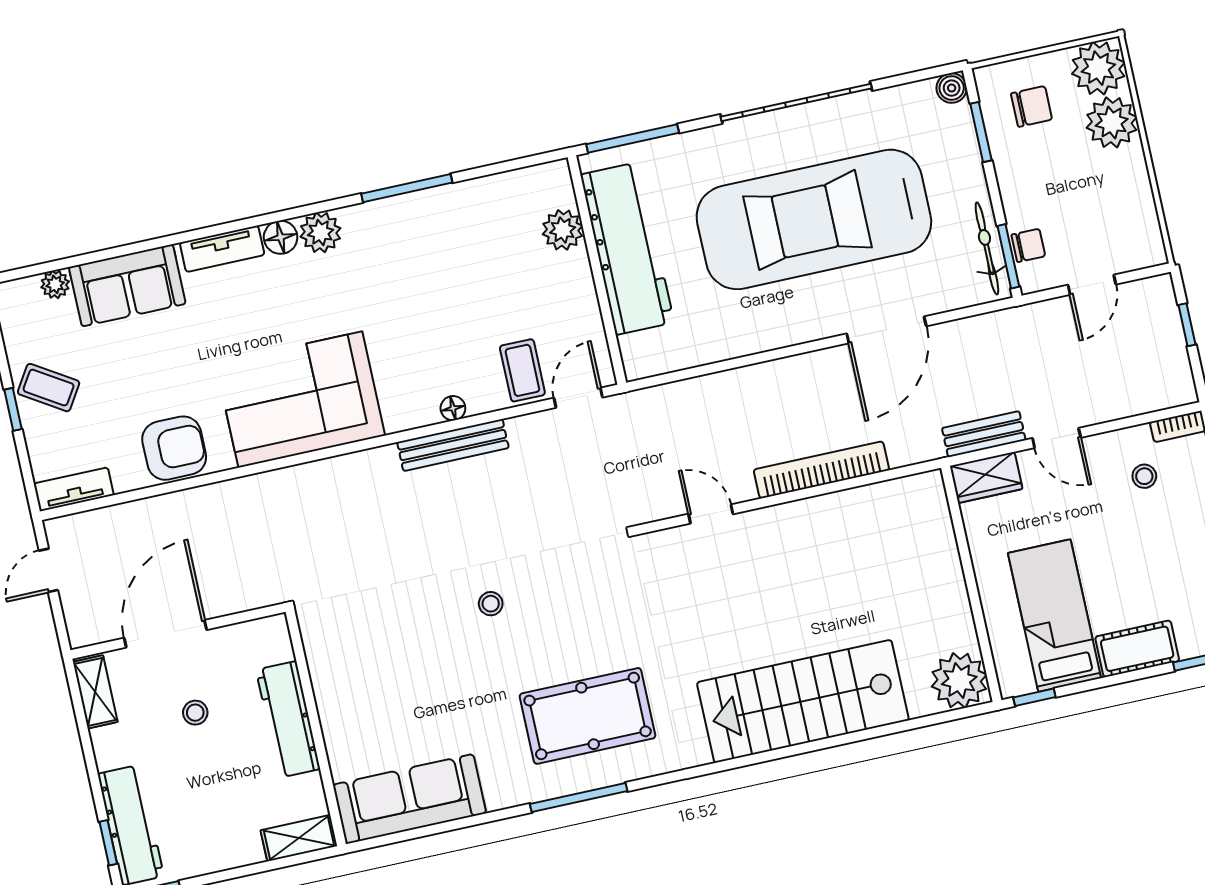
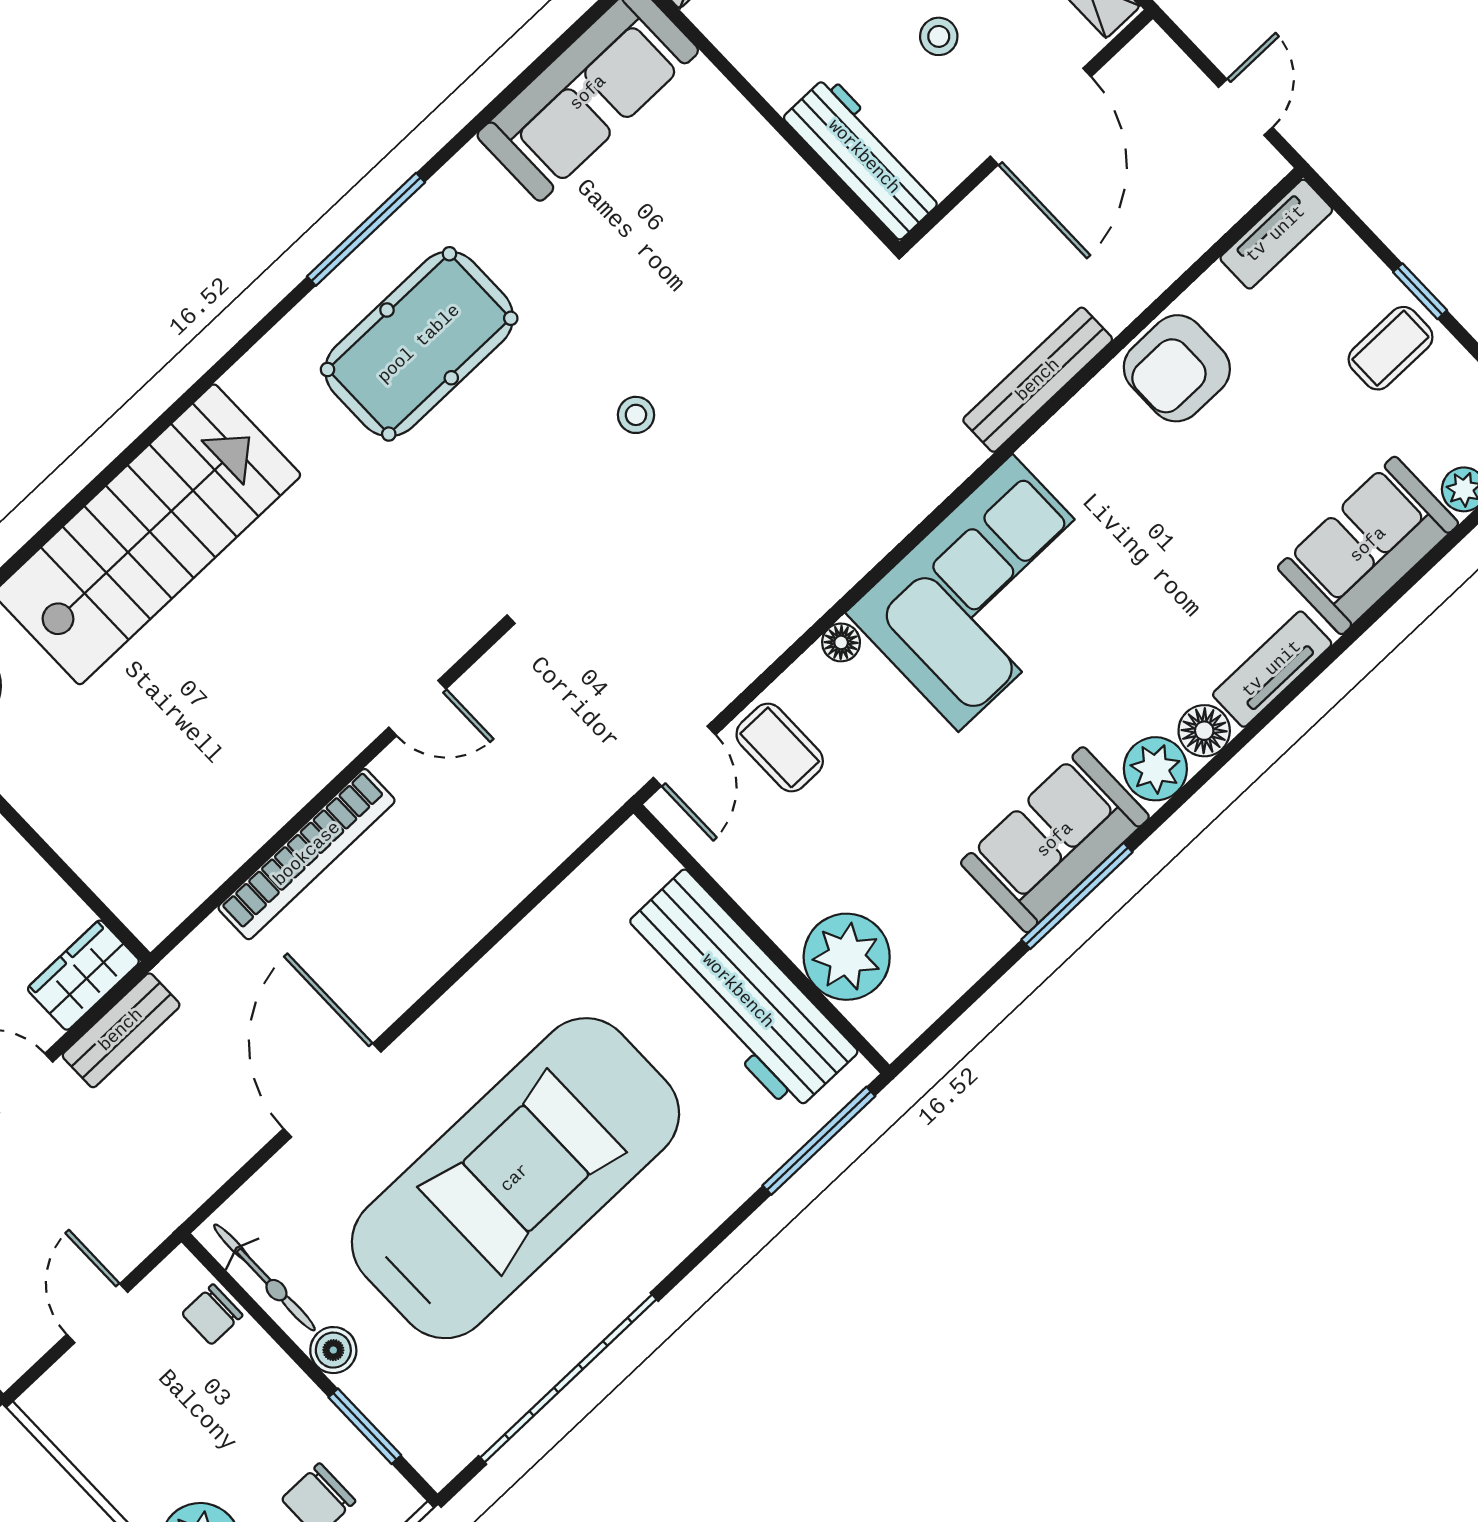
boiler: (952, 88) -> (333, 1350), moved
garage door: (796, 102) -> (568, 1378), moved
sofa: (400, 227) -> (1055, 840), added
plant: (563, 230) -> (847, 957), width x1.36, depth x1.36
window: (1008, 256) -> (230, 1284), removed
coffee table: (49, 388) -> (1391, 348), turned -32
corner sofa: (300, 400) -> (985, 593), moved
bench: (453, 445) -> (1038, 380), moved
workbench: (288, 719) -> (864, 157), moved

